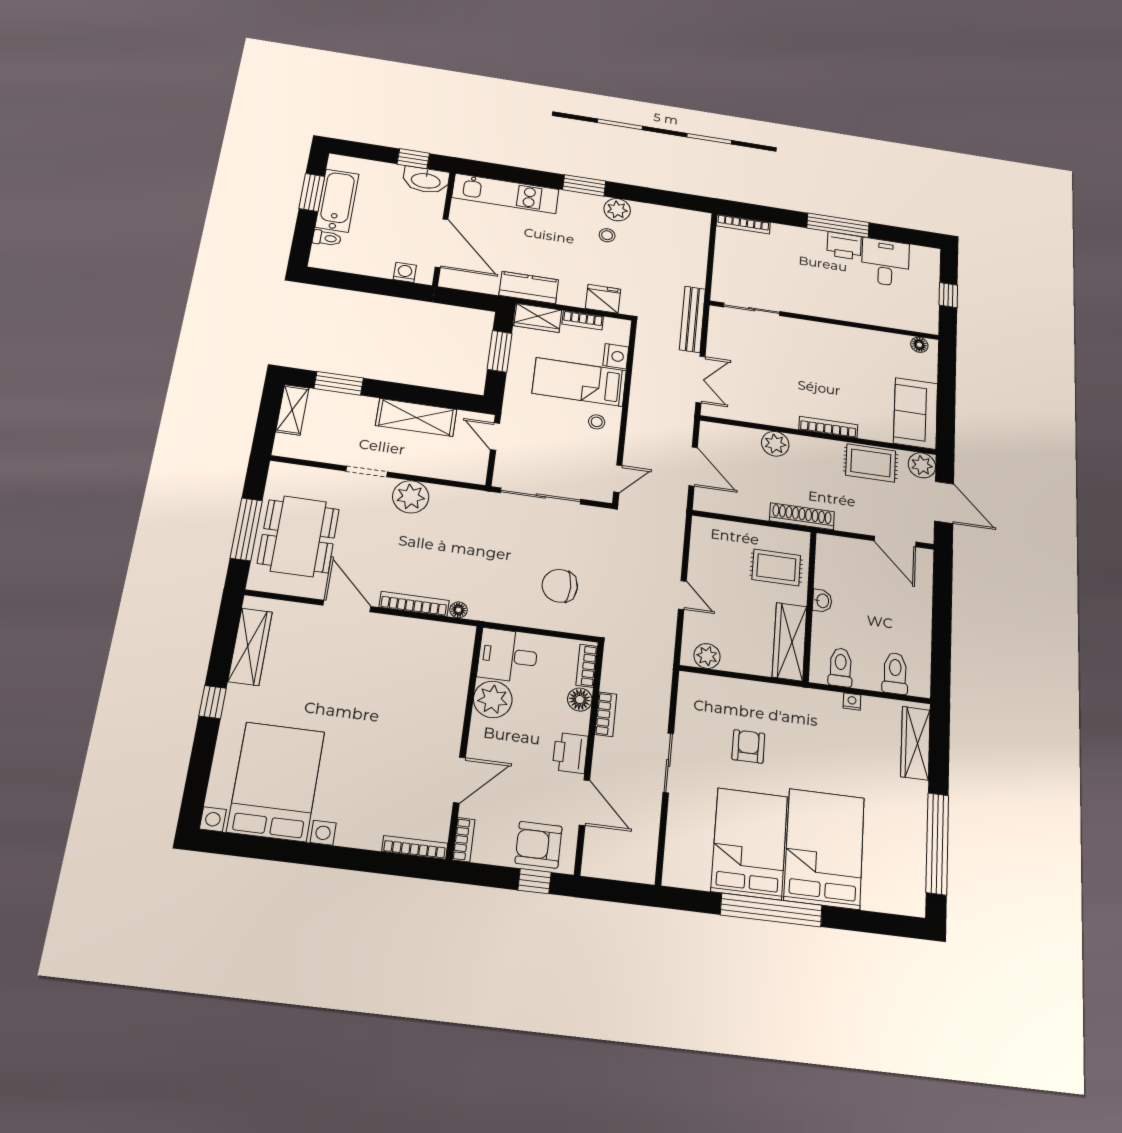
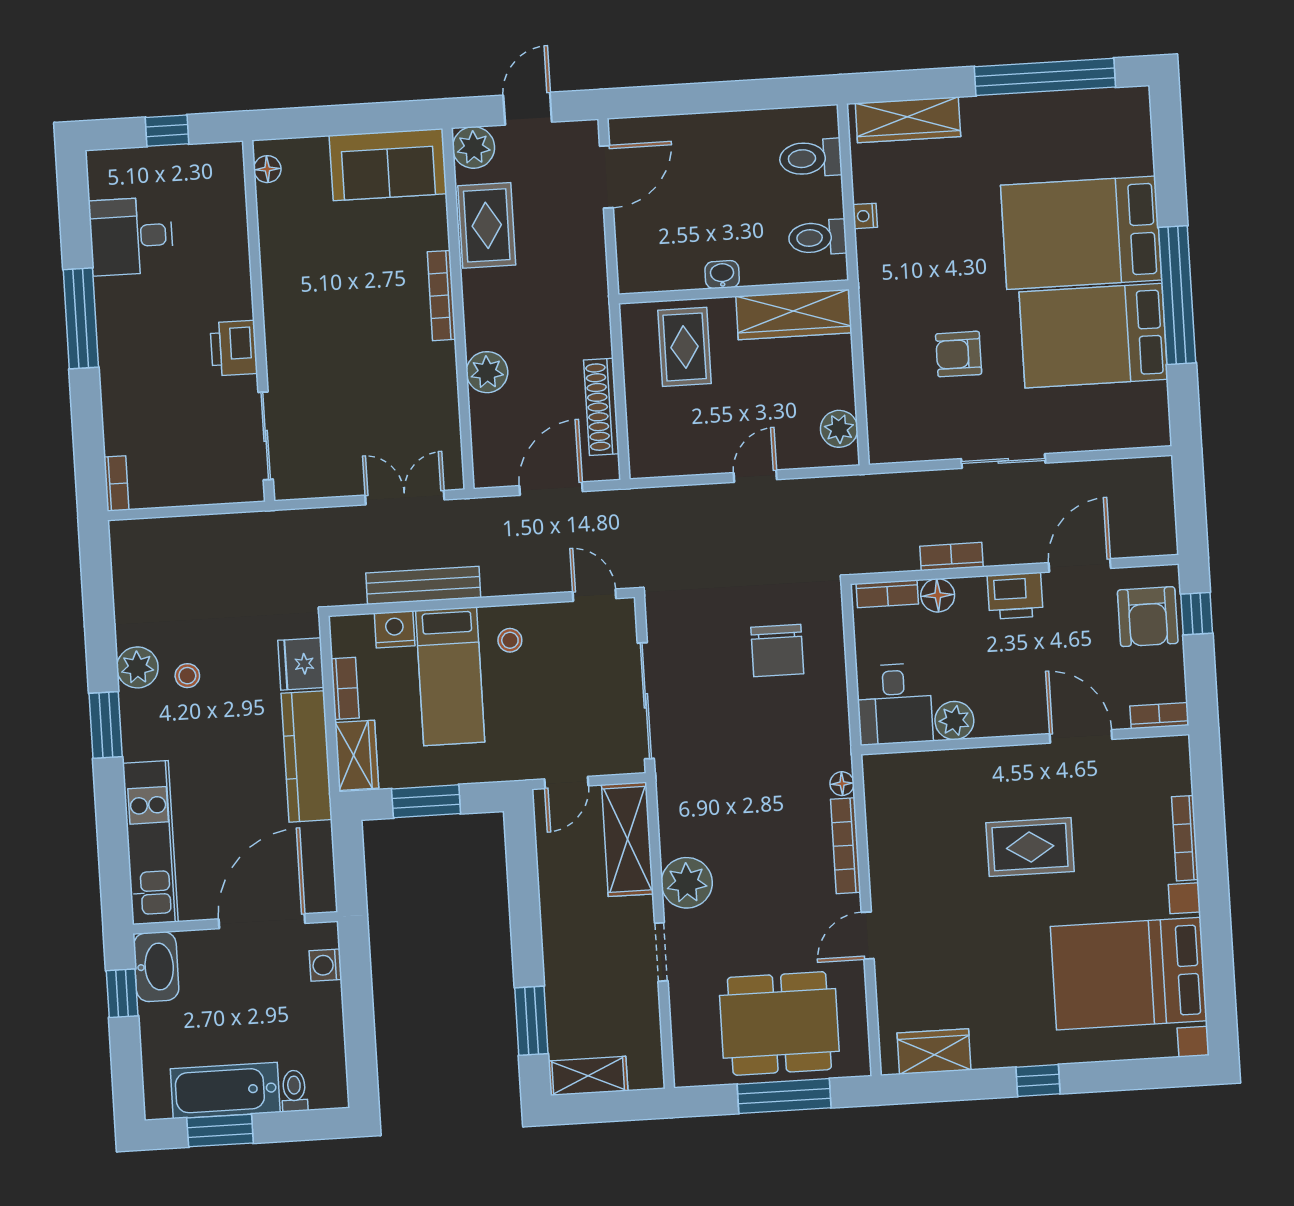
bookcase: (743, 224) -> (116, 484), width x0.64
printer: (844, 246) -> (234, 348), moved, turned 180
kitchen counter: (529, 288) -> (307, 756), width x1.50
bench: (692, 319) -> (423, 585), moved
shelving: (416, 417) -> (627, 839), moved
door: (944, 502) -> (528, 109), width x0.73
shoe rack: (802, 516) -> (601, 407), moved
door: (347, 606) -> (868, 936), width x0.73
wardrobe: (250, 647) -> (934, 1051), width x0.67
plant: (493, 699) -> (954, 721), width x0.73, depth x0.73
rug: (386, 729) -> (1030, 847), added
bookcase: (415, 847) -> (1185, 838), moved

